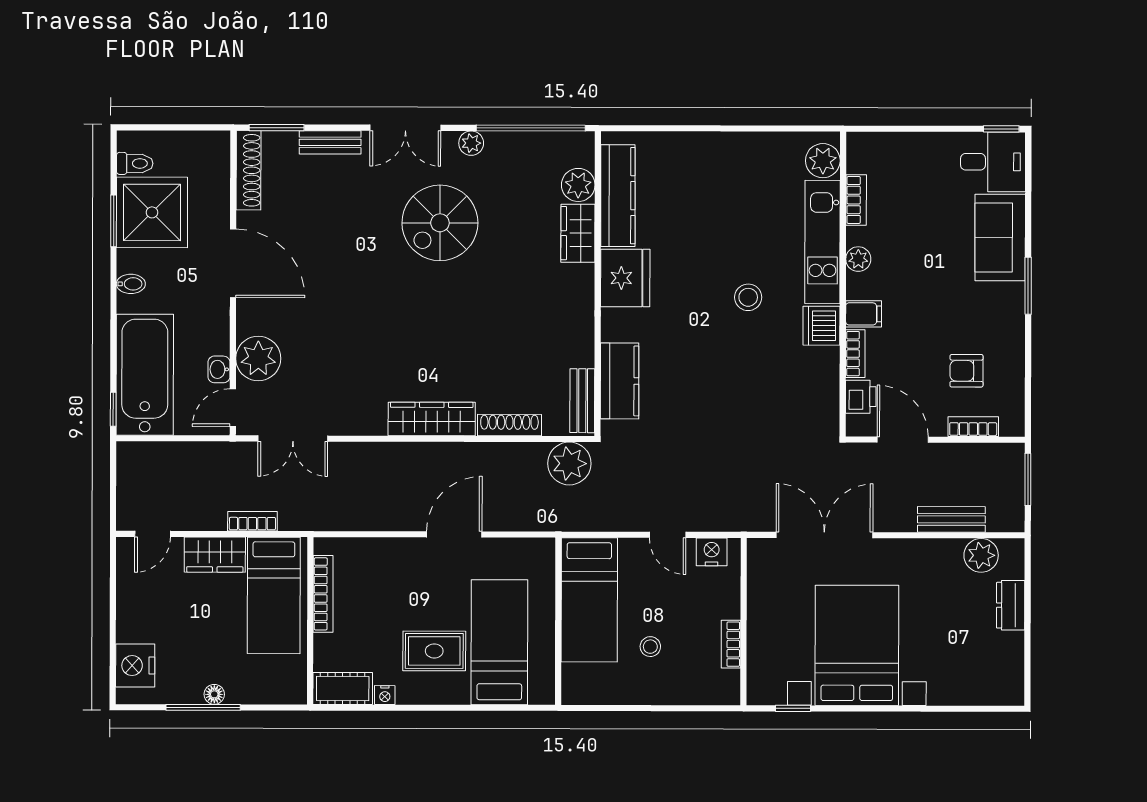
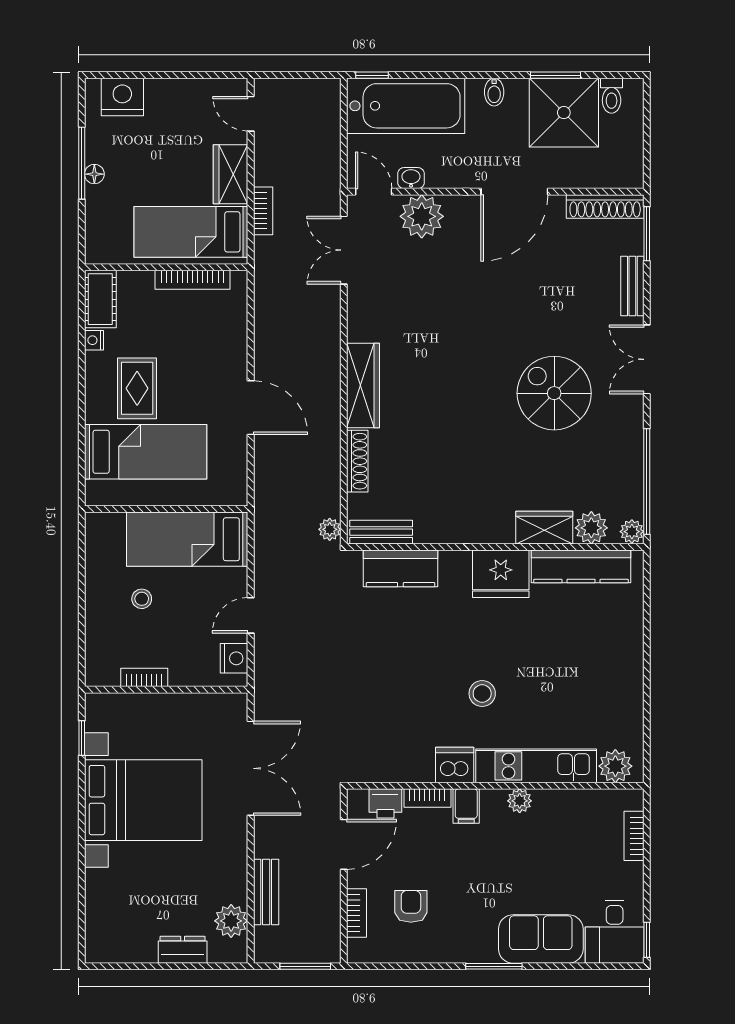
plant: (471, 143) -> (632, 532), moved
bookcase: (856, 200) -> (634, 836), moved, turned 90
plant: (569, 463) -> (330, 529), width x0.53, depth x0.53

